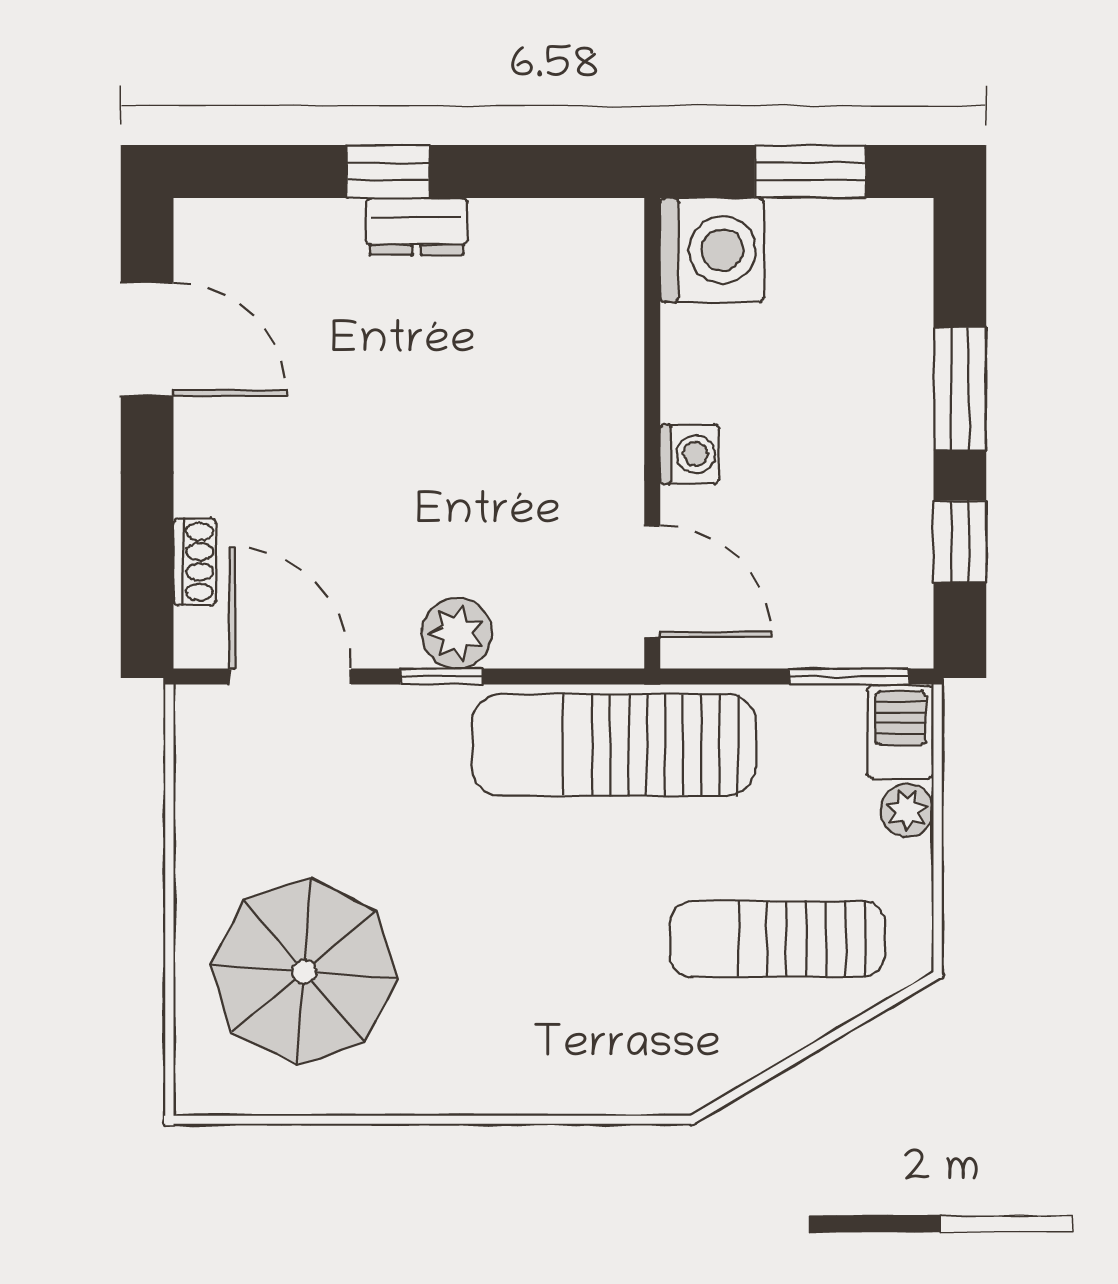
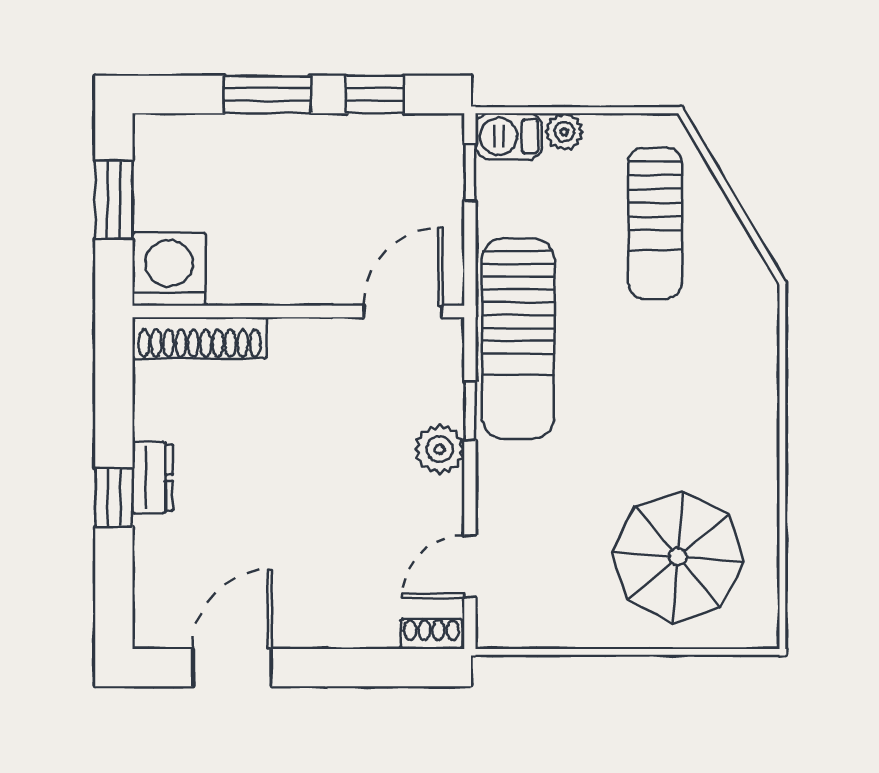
shoe rack: (615, 293) -> (200, 338), added
washing machine: (690, 454) -> (313, 285), removed
shoe rack: (195, 562) -> (431, 634), moved
door: (290, 677) -> (470, 567), width x0.73
window: (442, 677) -> (470, 411), moved
window: (849, 677) -> (470, 173), width x0.67

